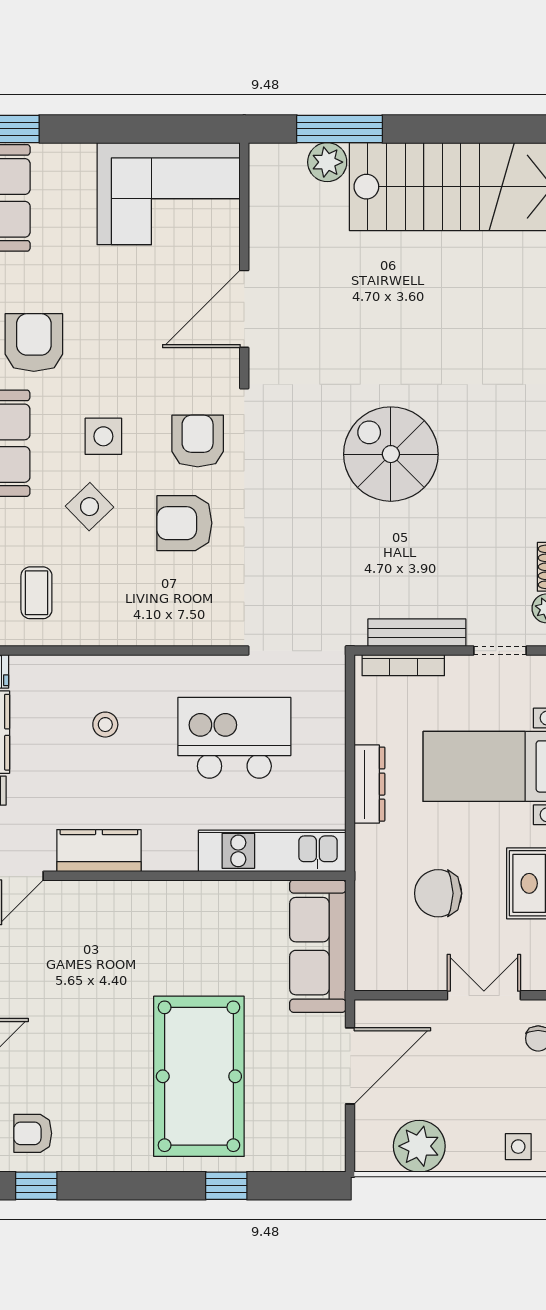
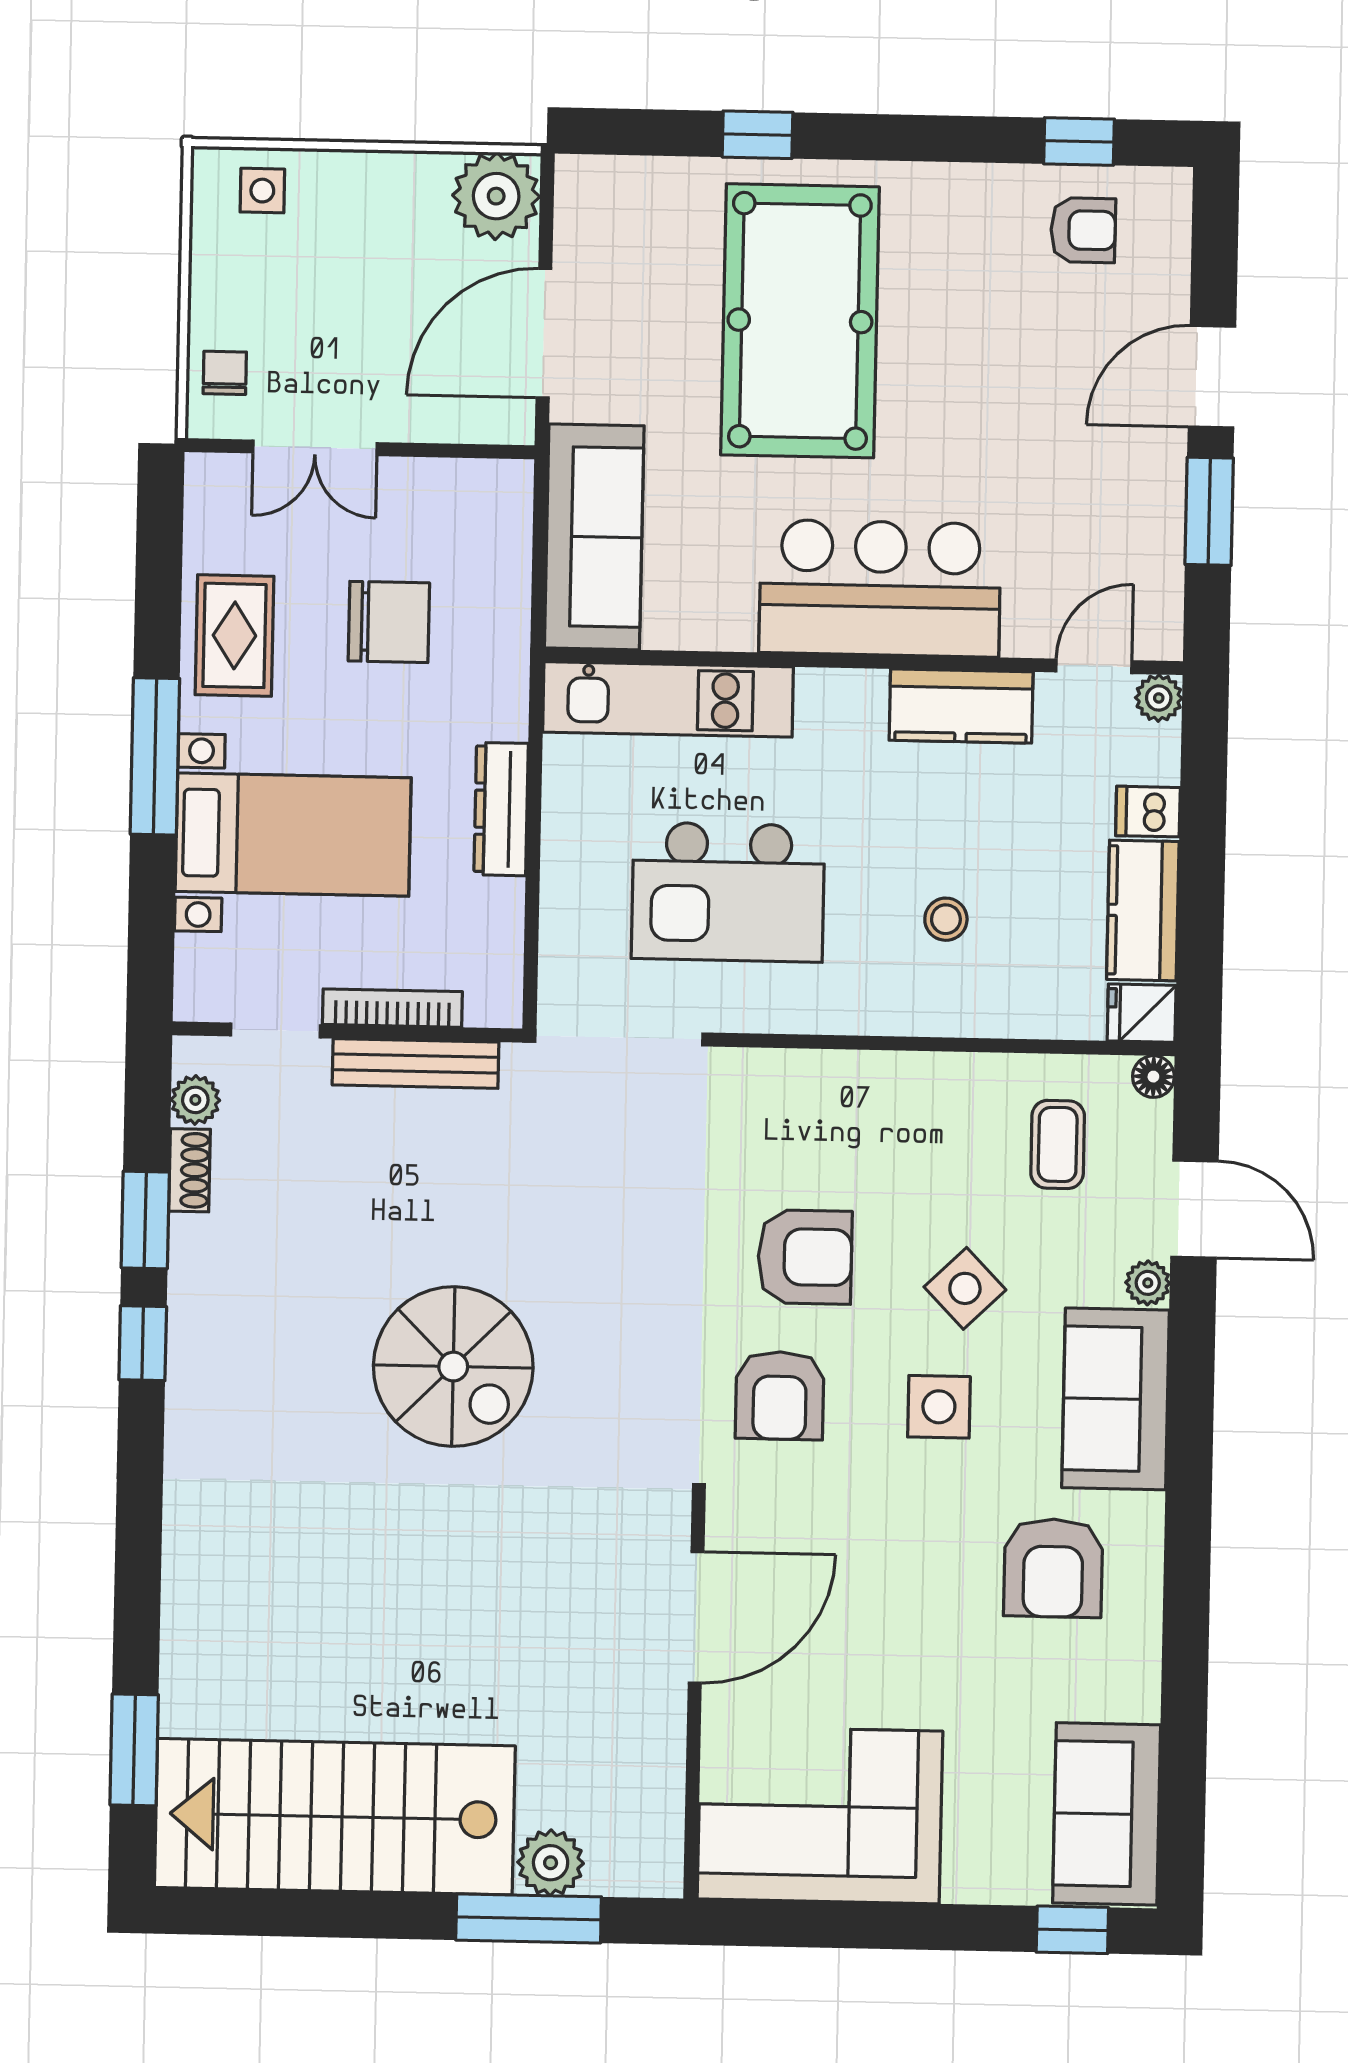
bookcase: (403, 665) -> (392, 1008), moved
bar counter: (148, 919) -> (880, 588), added
plant: (419, 1146) -> (496, 196), moved

